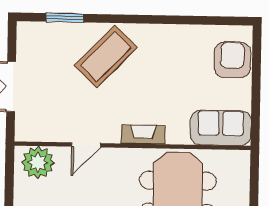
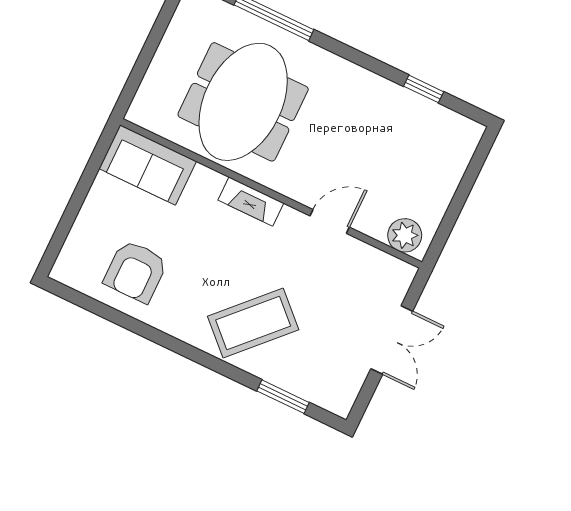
armchair: (232, 60) -> (136, 271), moved
plant: (38, 162) -> (405, 235), width x0.73, depth x0.73

